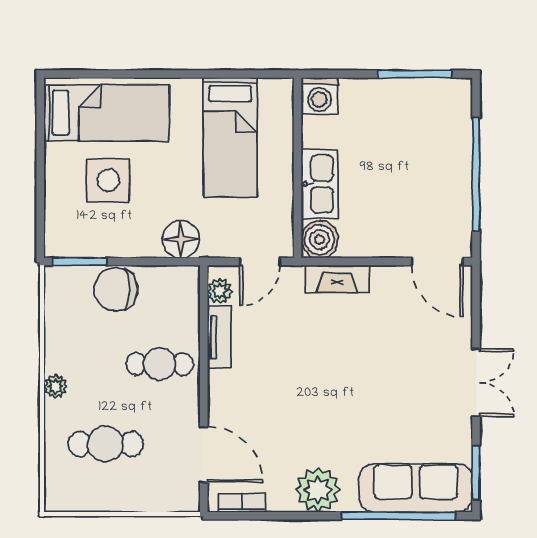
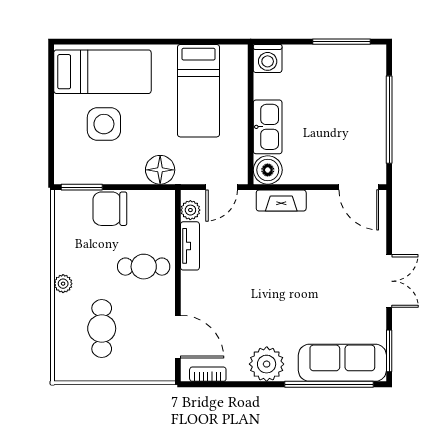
cafe table: (105, 444) -> (102, 329), turned 90

